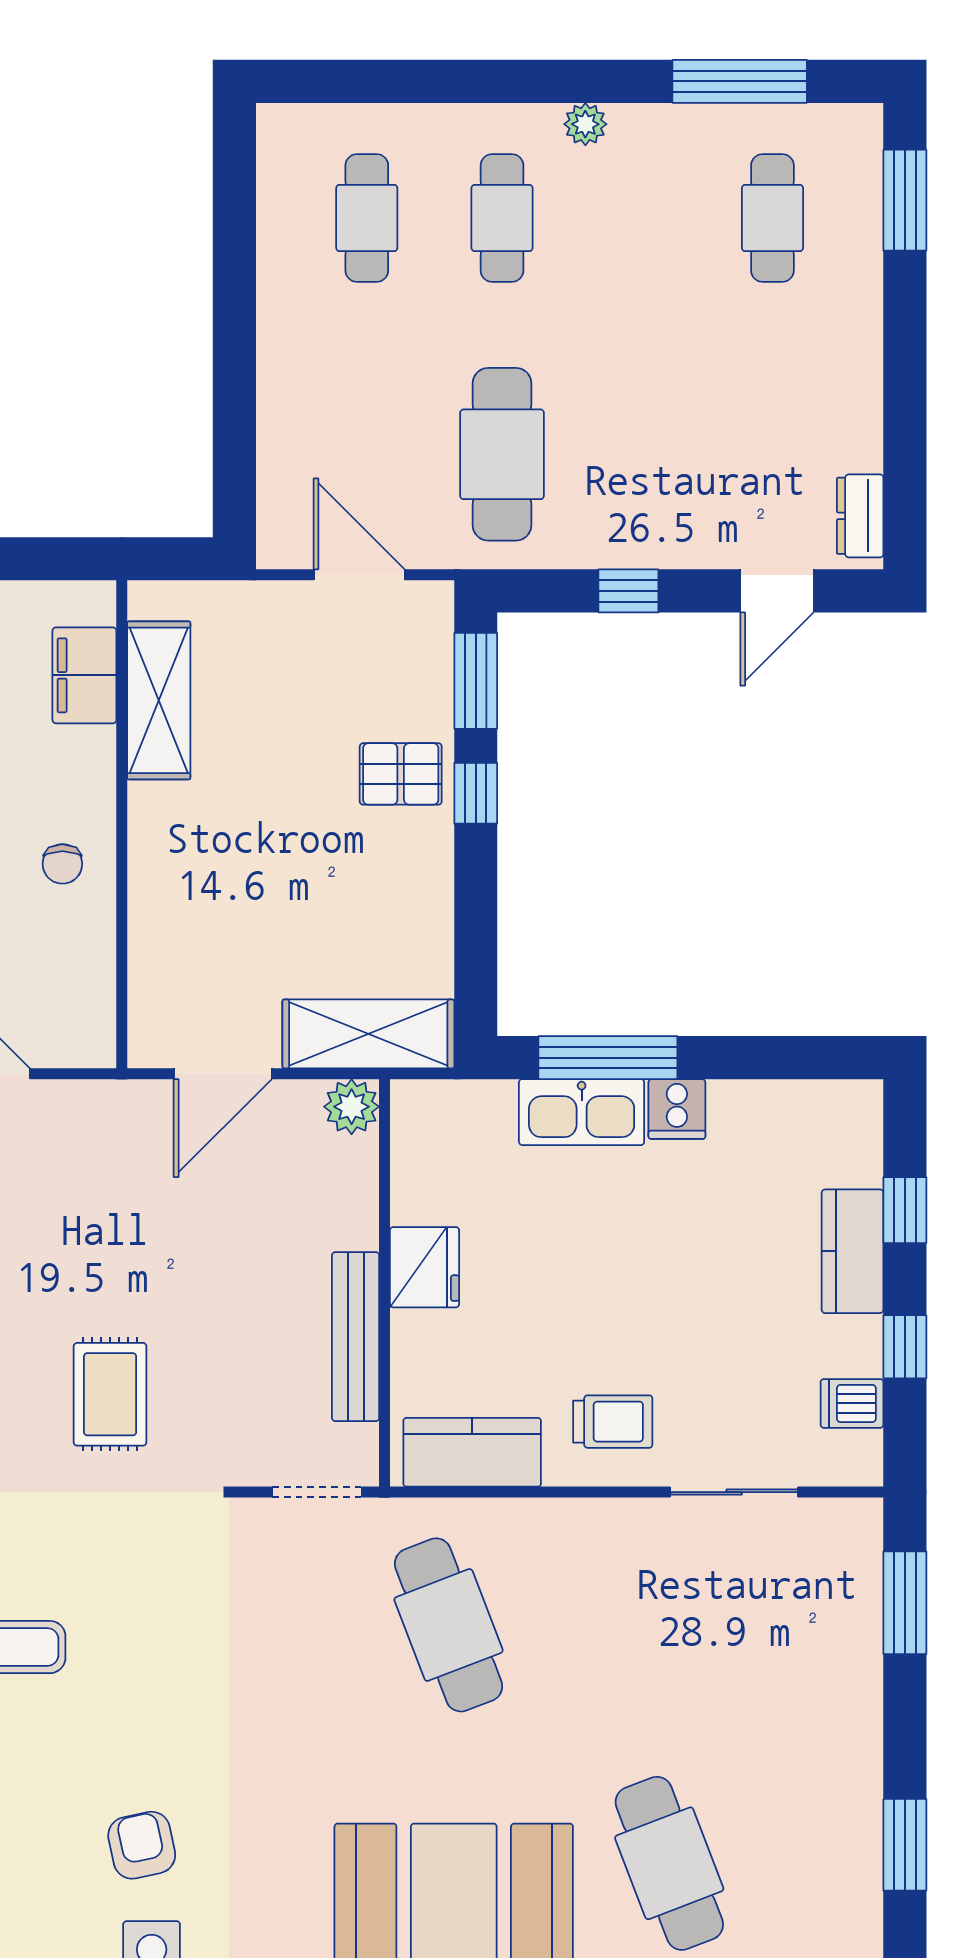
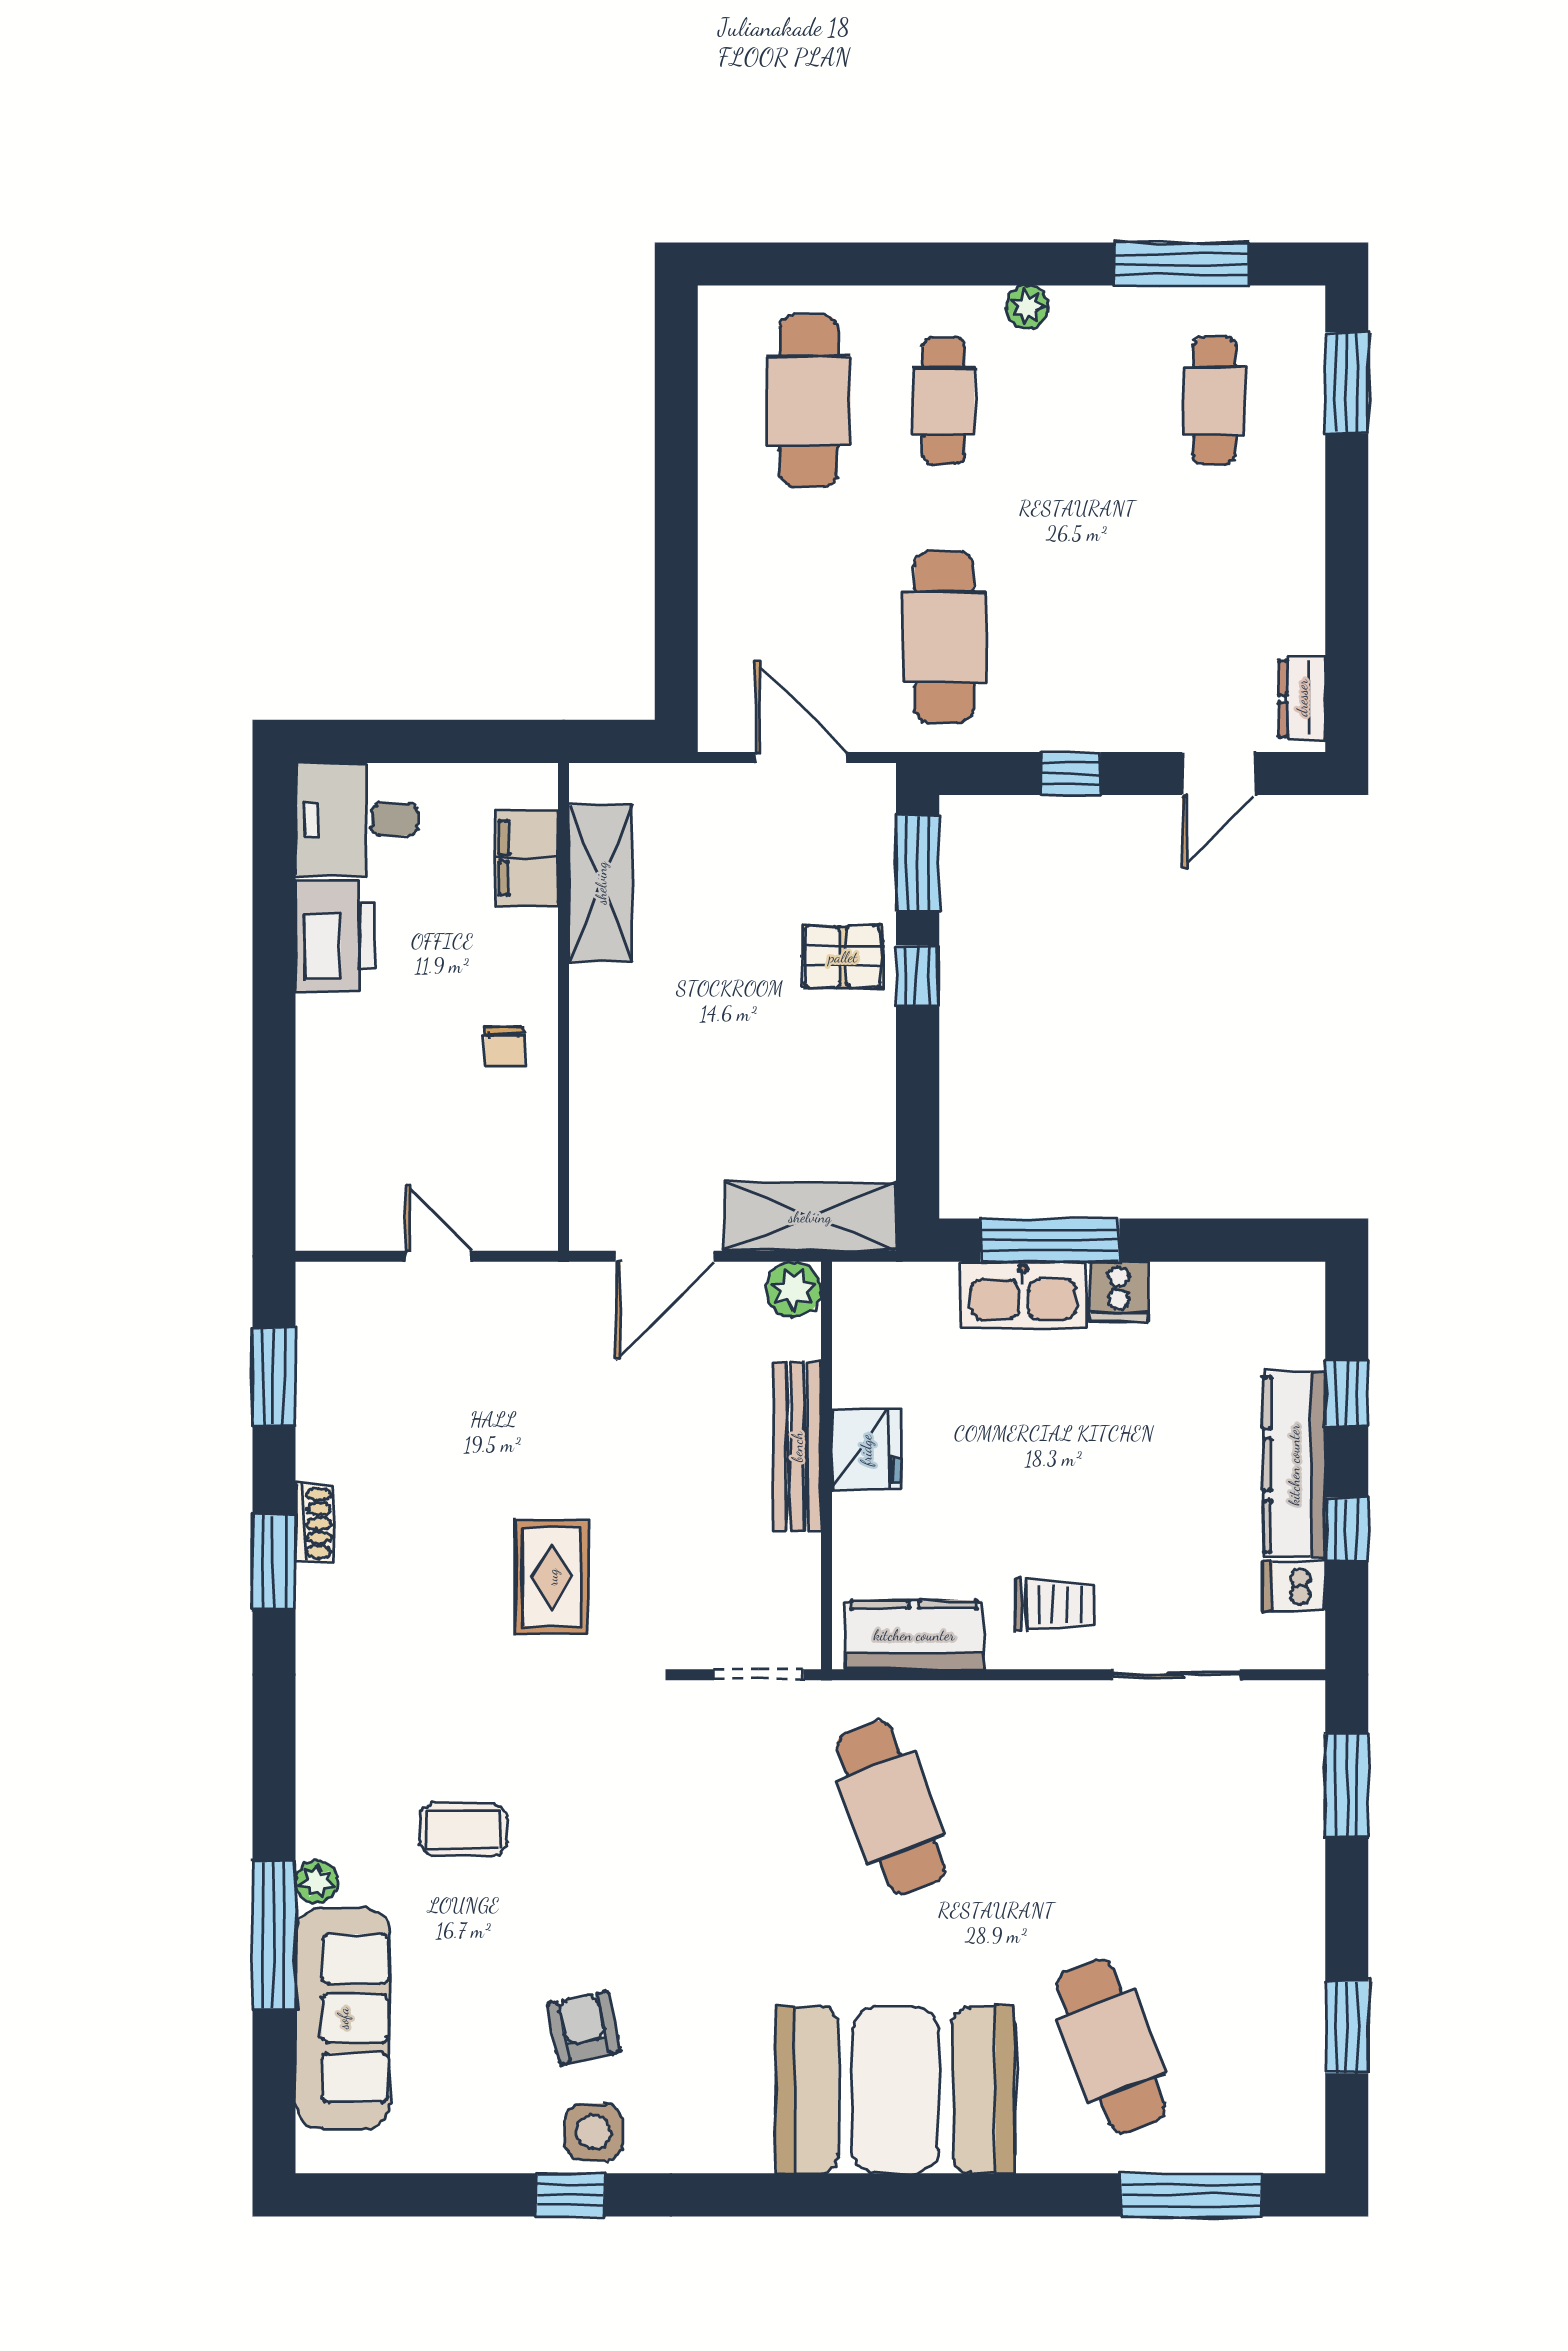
cafe table: (367, 218) -> (809, 401), width x1.37, depth x1.35
kitchen counter: (853, 1251) -> (1294, 1465), width x1.50
bench: (356, 1337) -> (797, 1447), moved

